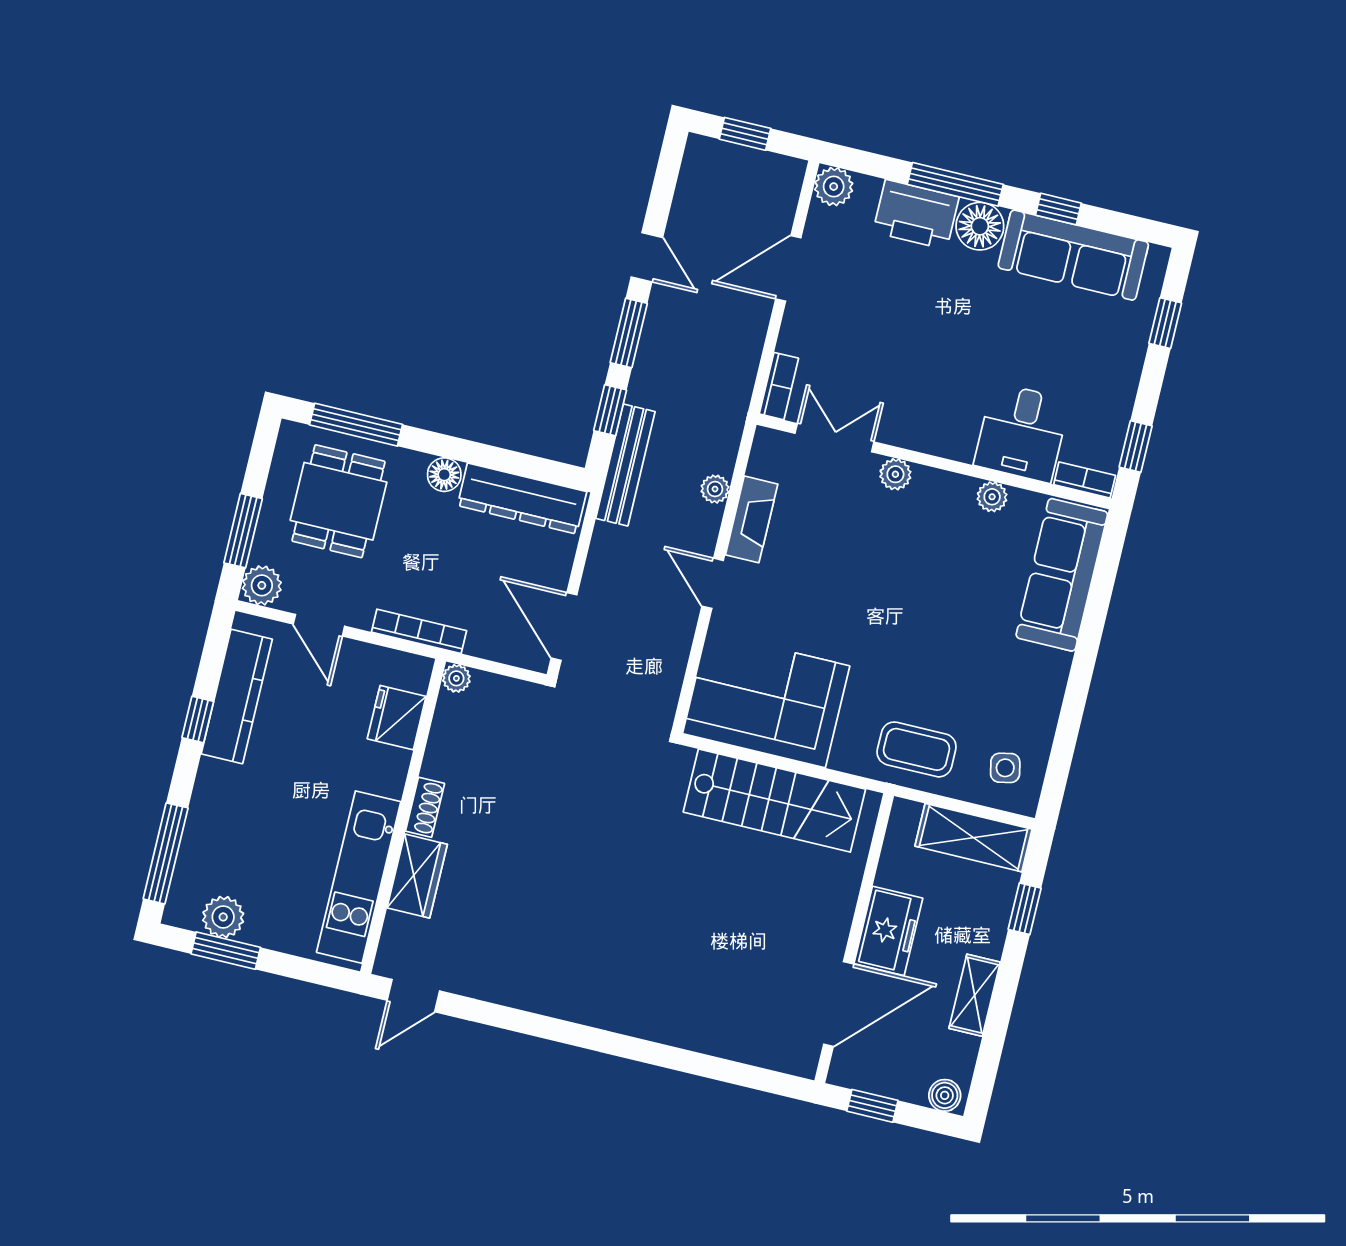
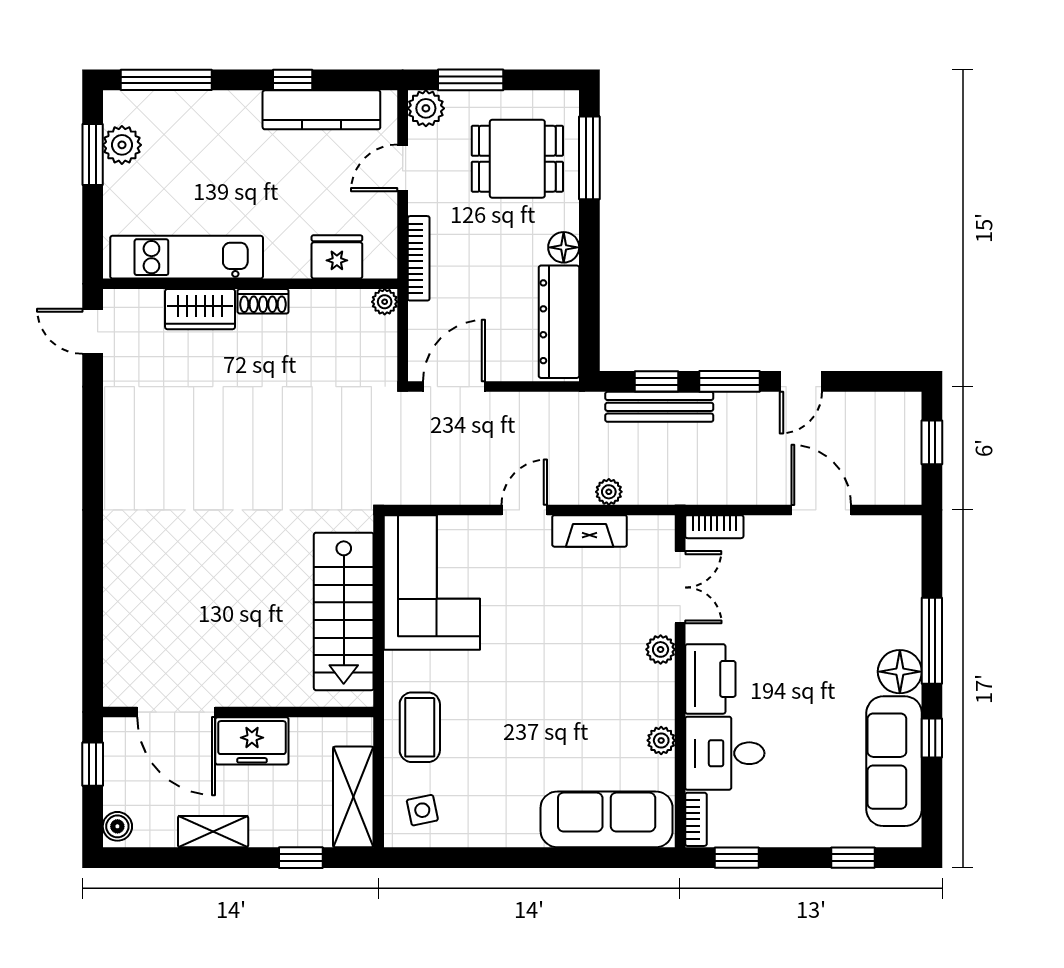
plant: (834, 187) -> (904, 533), removed
printer: (916, 214) -> (710, 679), moved, turned 180
bench: (625, 465) -> (659, 407), moved

